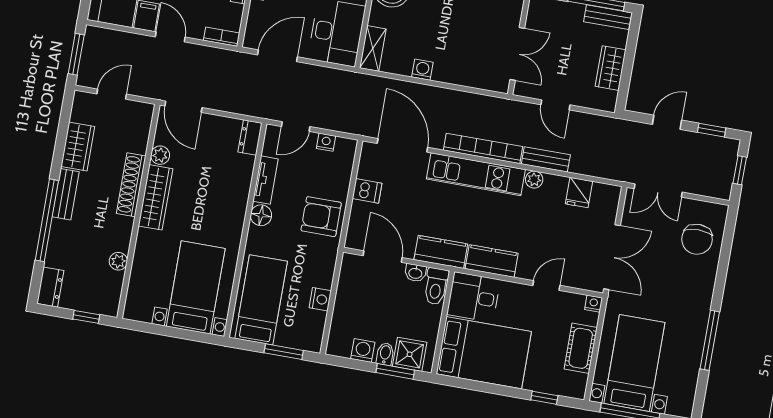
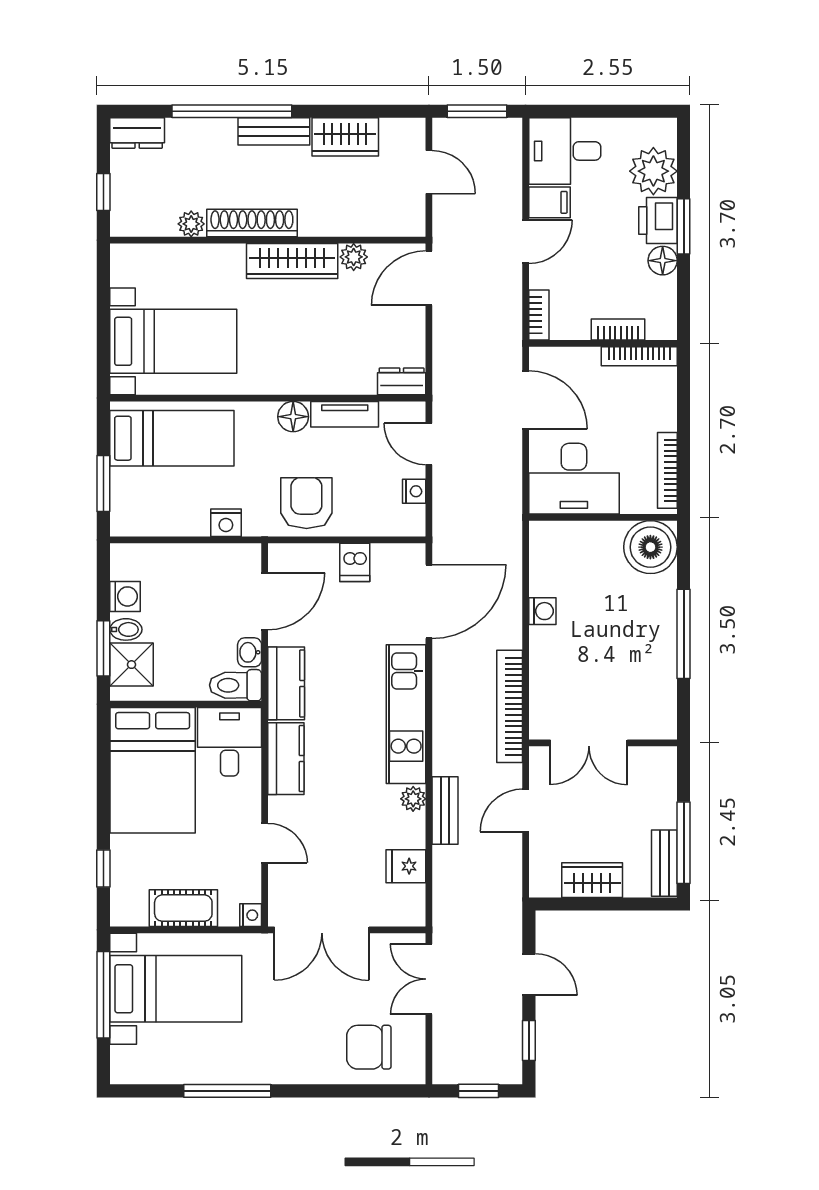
shelving: (373, 48) -> (560, 535), removed
bookcase: (483, 148) -> (510, 706), moved, turned 180
shoe rack: (131, 185) -> (252, 223), moved
nightstand: (320, 299) -> (226, 523), moved

